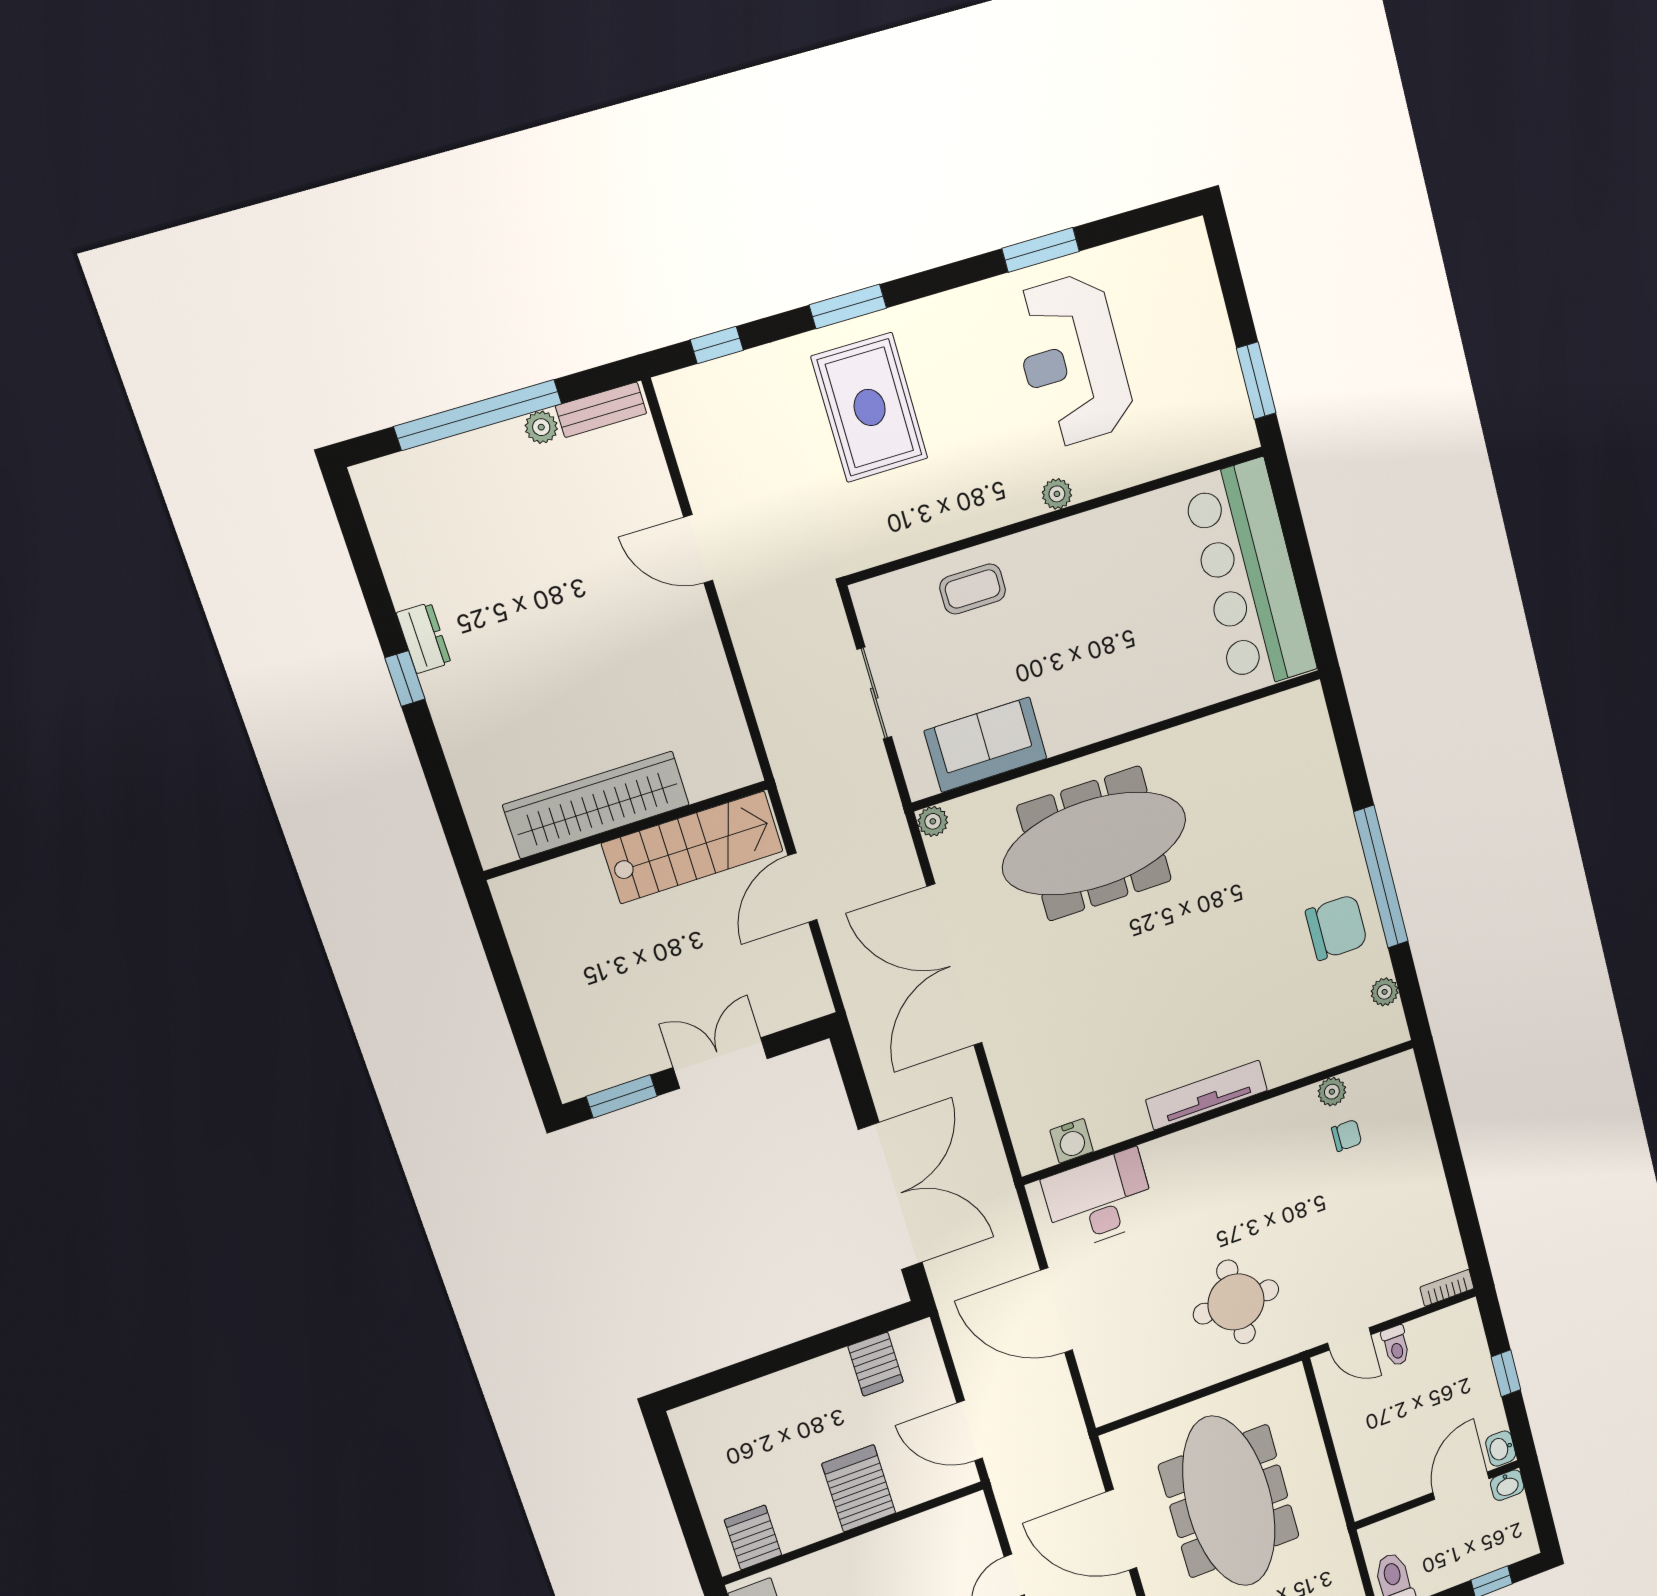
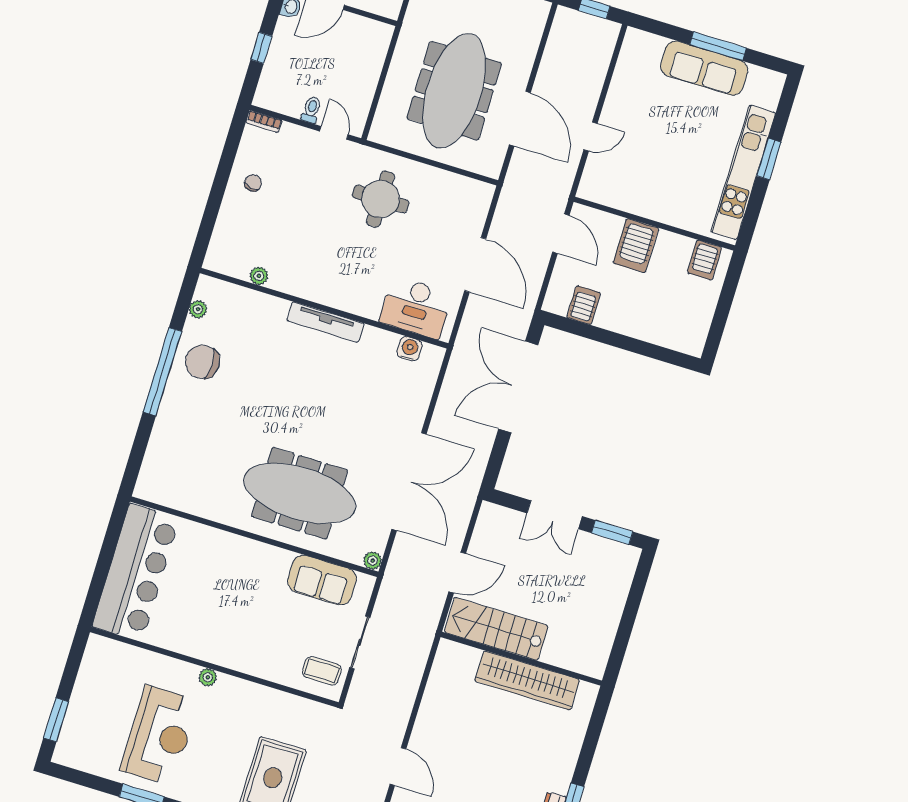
window: (1256, 381) -> (56, 720), moved
coffee table: (973, 589) -> (322, 671), moved
chair: (1347, 1135) -> (253, 183), moved, turned 98

